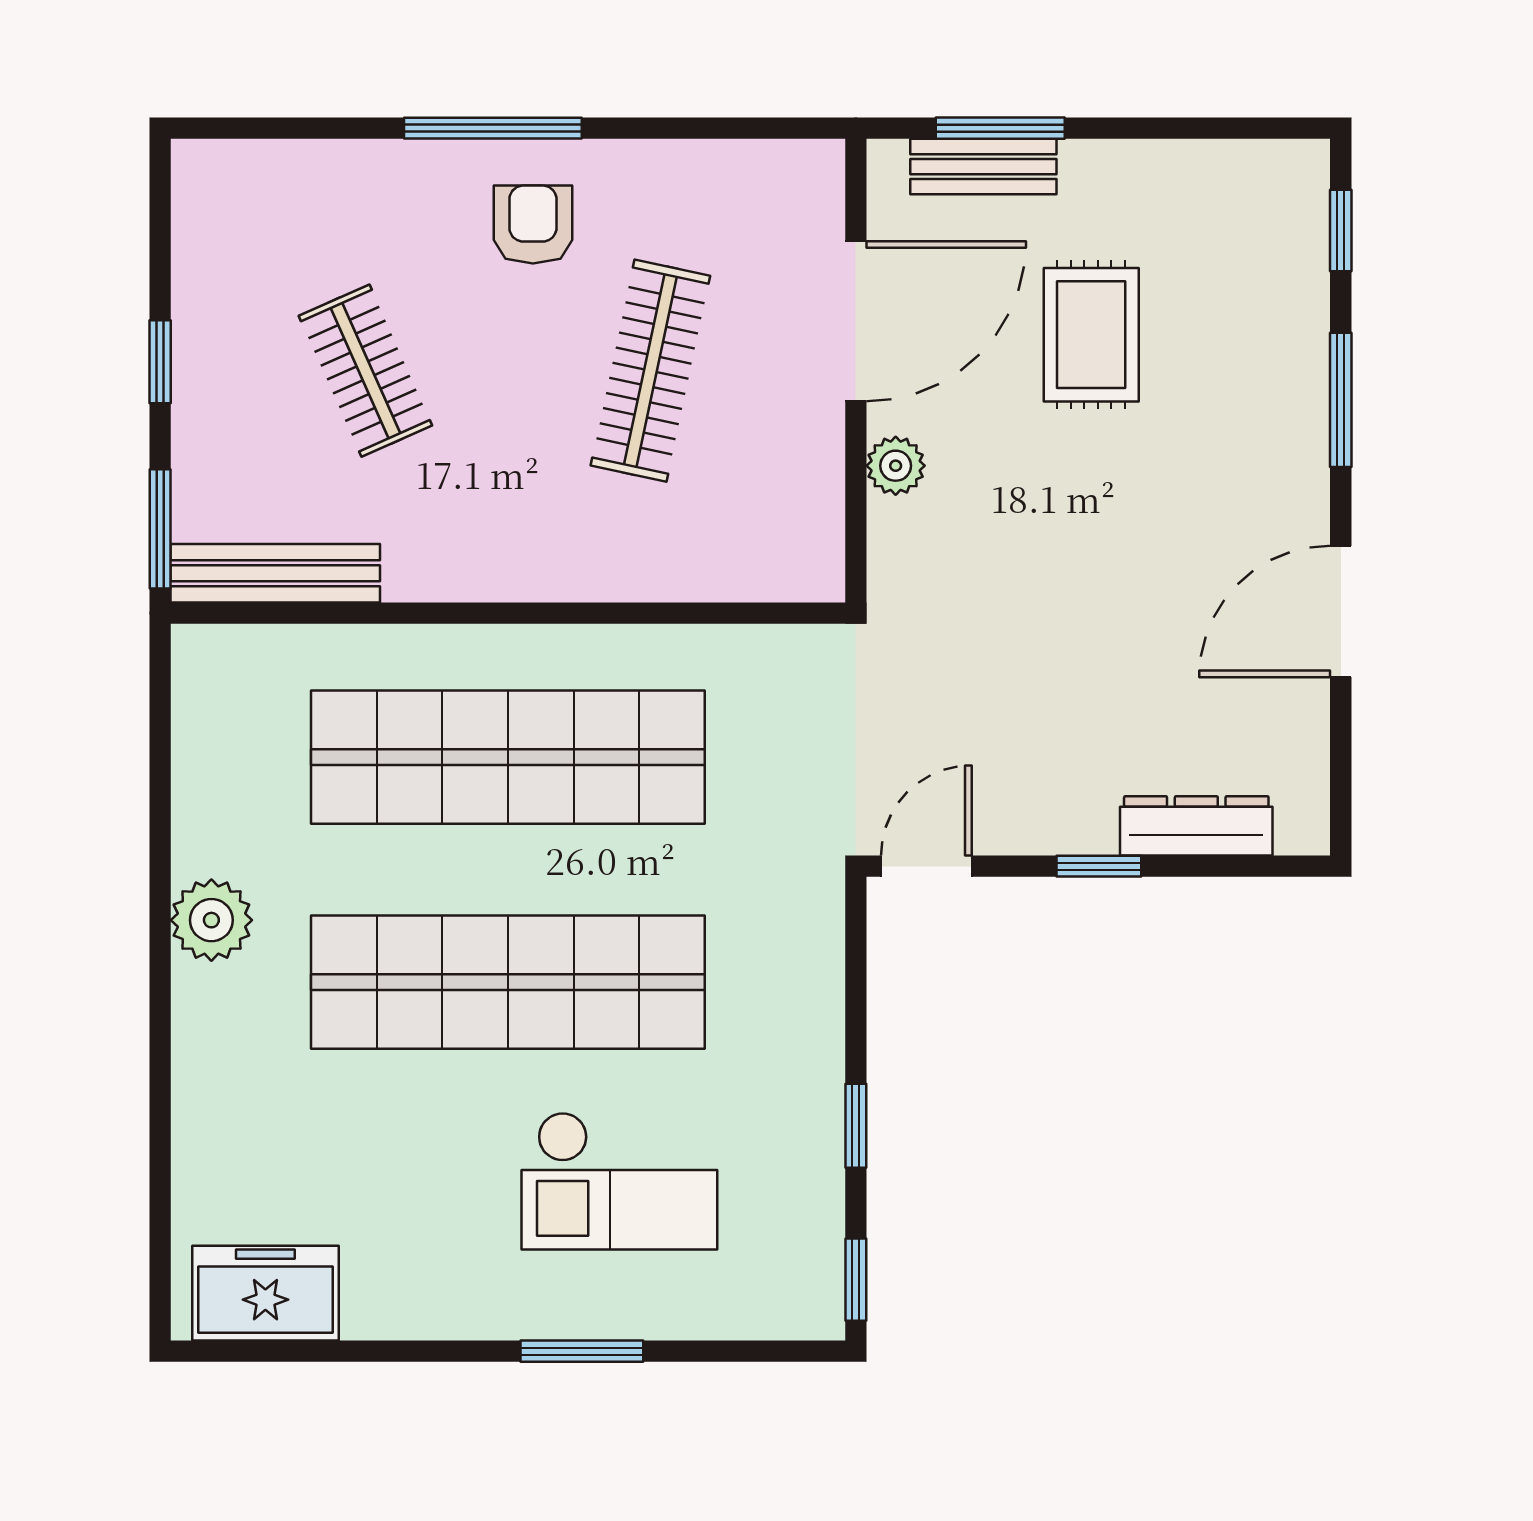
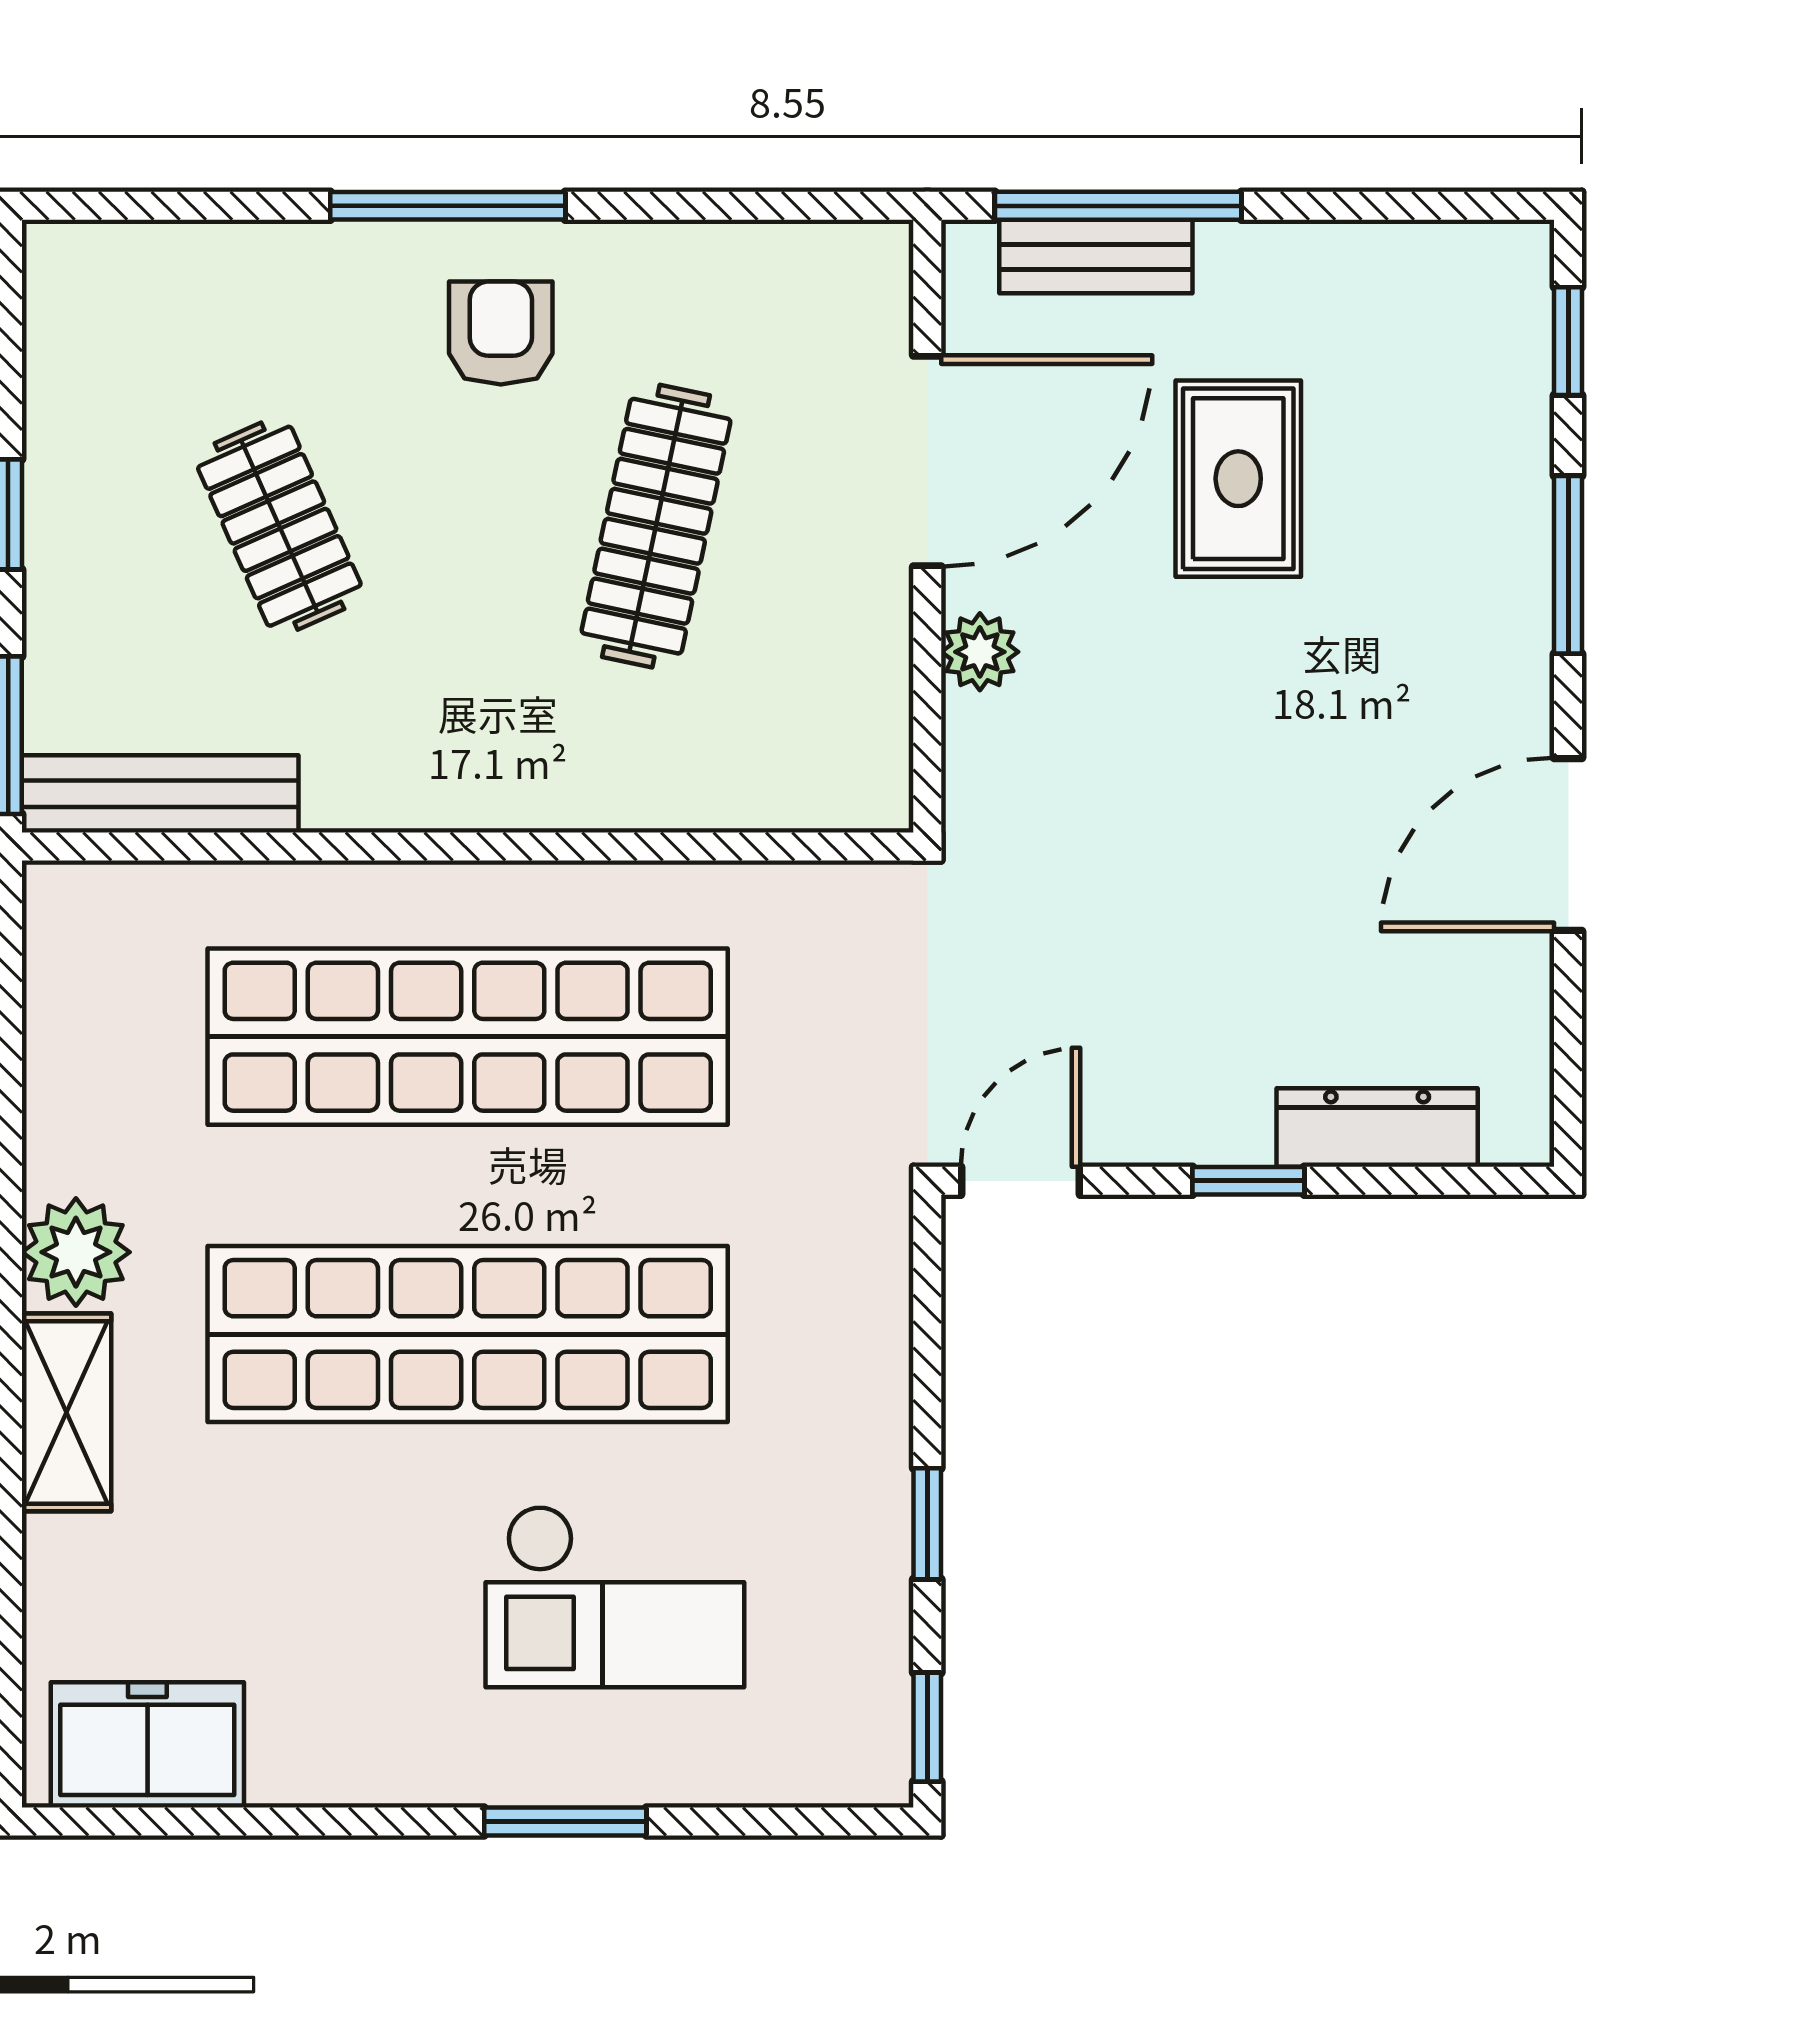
window: (1000, 128) -> (1118, 206), width x1.44
shelving: (204, 1041) -> (67, 1412), added

